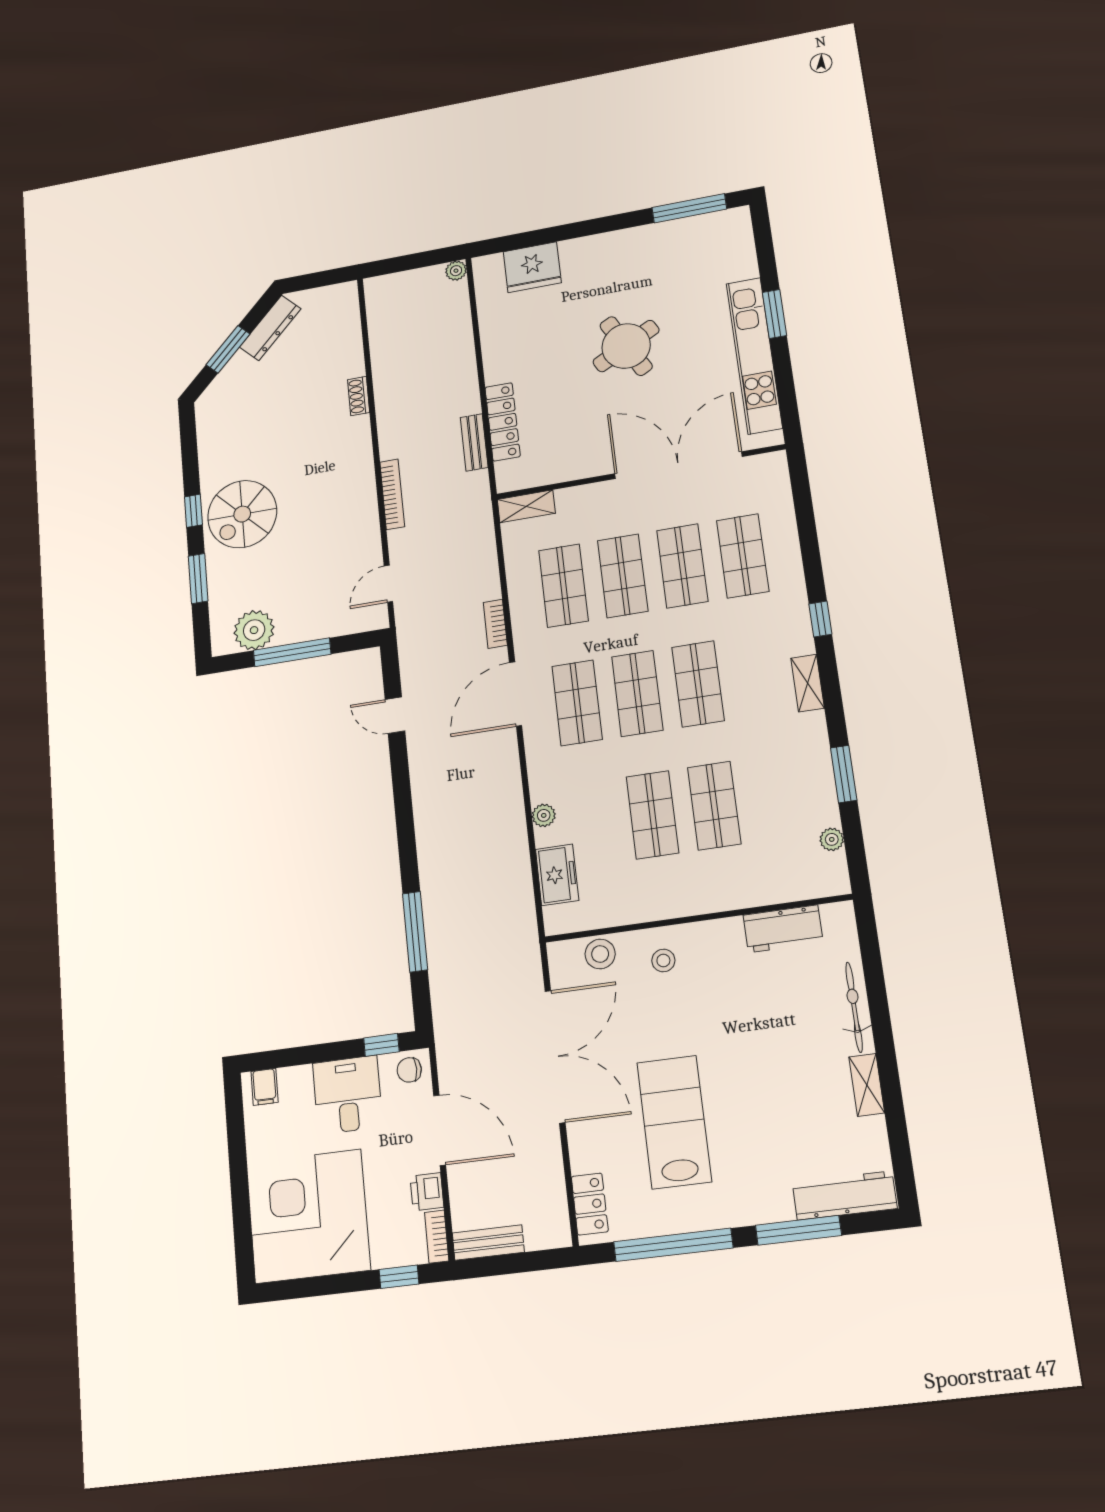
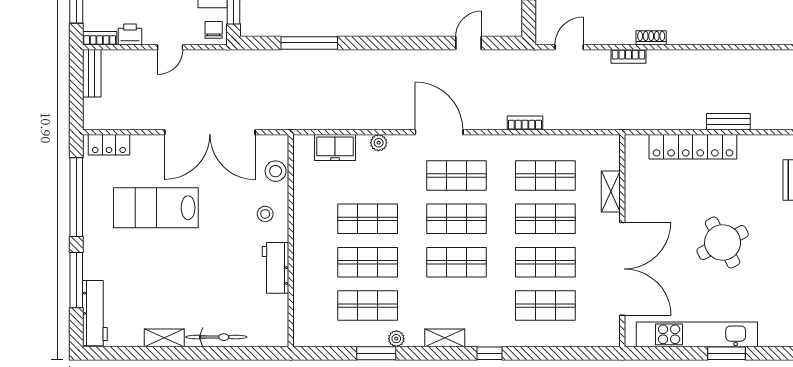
shoe rack: (359, 396) -> (651, 38), moved
locker: (503, 422) -> (693, 147), width x1.41, depth x1.21
bench: (474, 442) -> (728, 122), moved
bookcase: (392, 494) -> (629, 56), width x0.64
shelving: (526, 506) -> (611, 192), moved
door: (388, 584) -> (569, 47), hinge flipped
door: (516, 694) -> (439, 132), moved
shop shelf: (777, 796) -> (368, 306), added
plant: (832, 839) -> (396, 339), moved
workbench: (783, 929) -> (276, 268), moved
lab bench: (674, 1122) -> (156, 208), turned 180
door: (440, 1130) -> (170, 47), width x0.53

